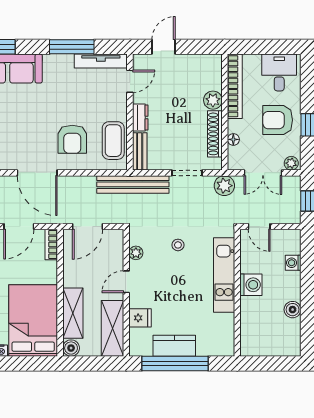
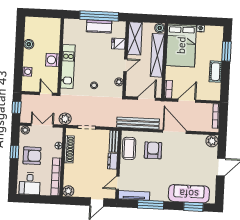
plant: (213, 100) -> (68, 191), moved
bench: (133, 184) -> (138, 123), moved
shelving: (73, 313) -> (157, 55), width x1.47

